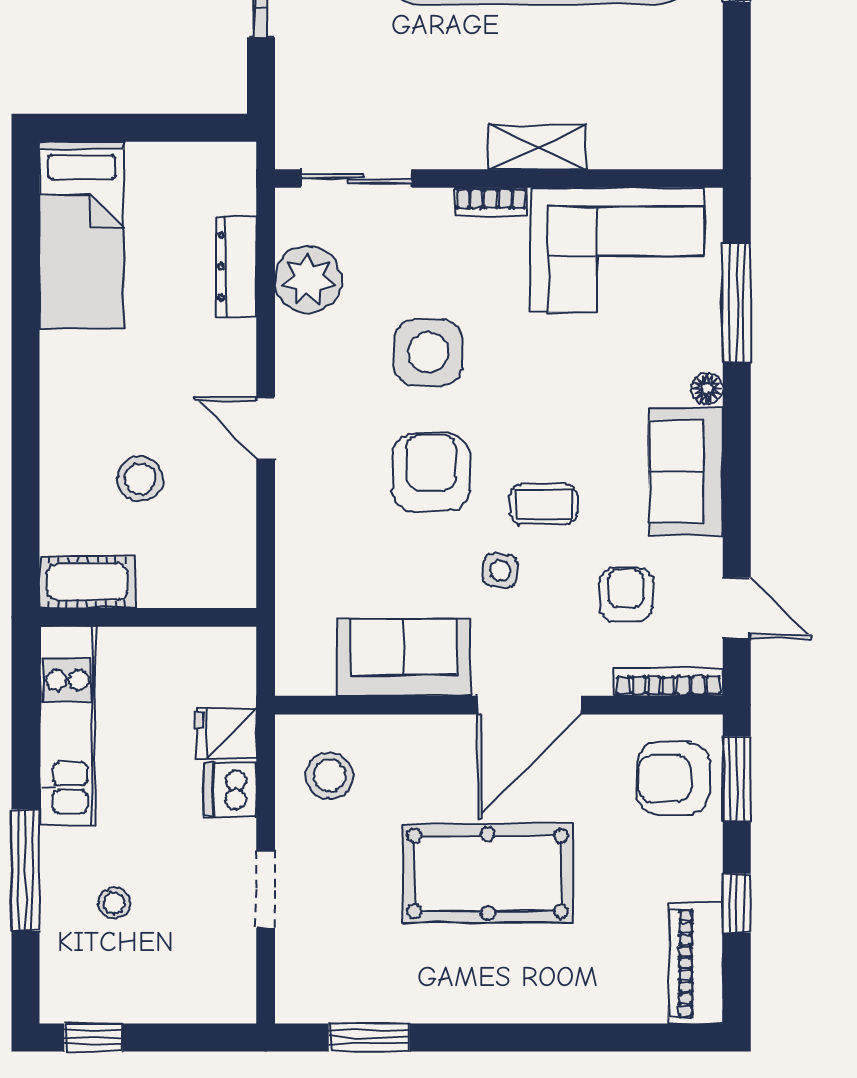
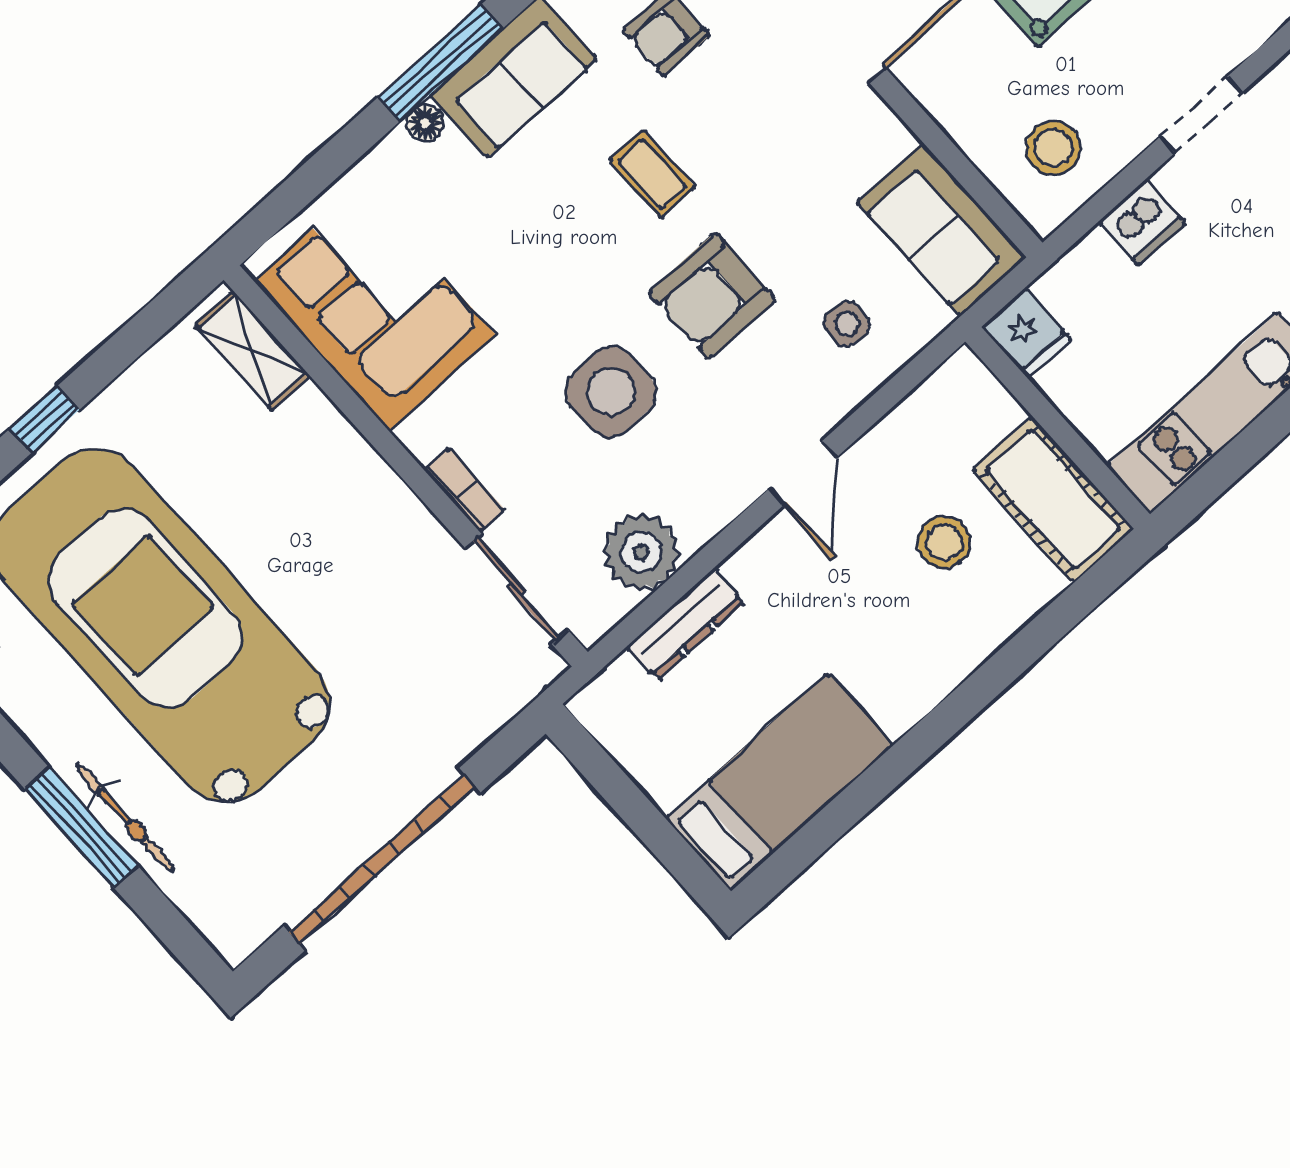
shelving: (537, 147) -> (253, 350), moved
bookcase: (491, 202) -> (464, 490), moved
window: (737, 303) -> (440, 63), moved
side table: (500, 570) -> (847, 324), moved
cot: (87, 582) -> (1053, 499), width x1.37, depth x1.34
sofa: (404, 657) -> (942, 230), moved
fridge: (226, 733) -> (1026, 333), moved

